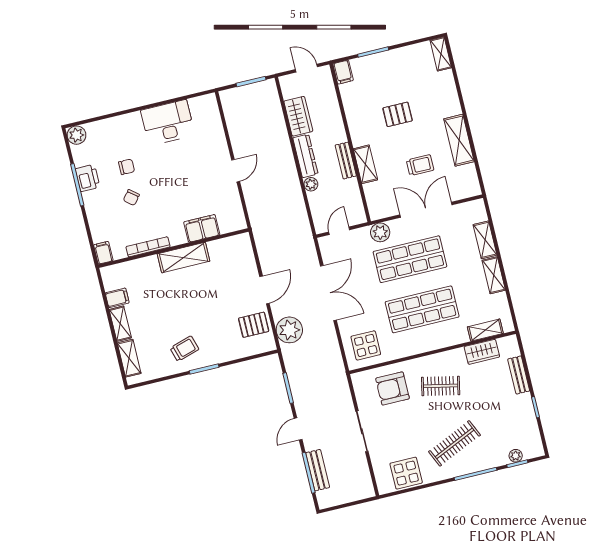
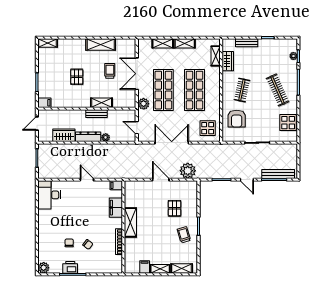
desk: (168, 123) -> (49, 195), moved
filing cabinet: (103, 253) -> (116, 185), moved
pallet: (254, 325) -> (175, 208), moved
bench: (318, 470) -> (278, 174), width x1.36

